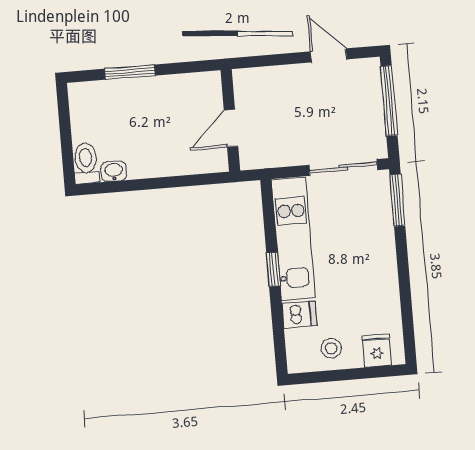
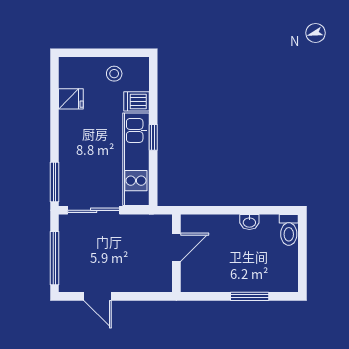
washbasin: (114, 171) -> (249, 222), moved
fridge: (377, 350) -> (71, 99), moved, turned -90

